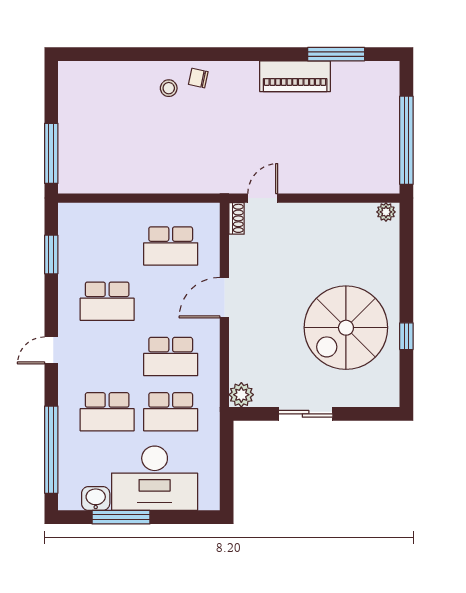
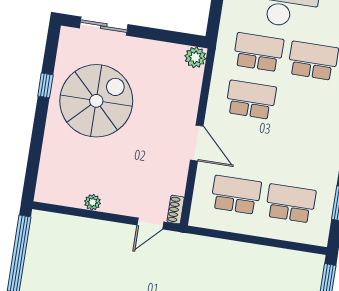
plant: (386, 212) -> (93, 202), moved
door: (224, 298) -> (197, 143), hinge flipped
school desk: (107, 301) -> (291, 203), moved
sliding door: (306, 414) -> (104, 26), moved

